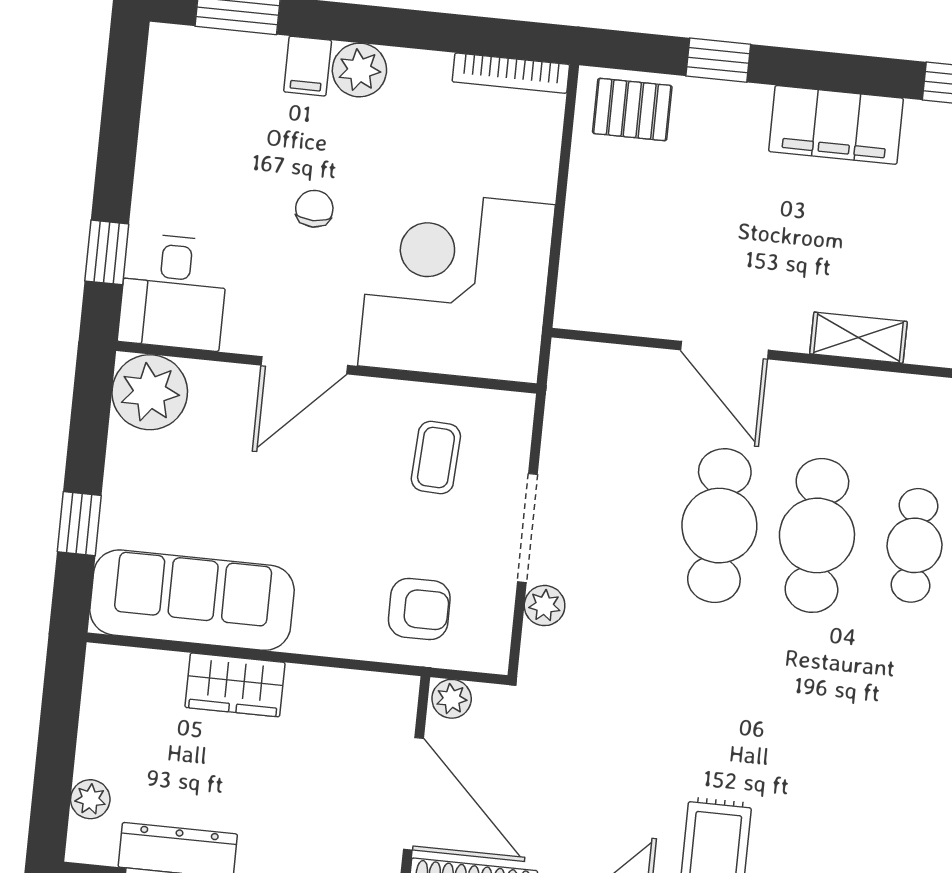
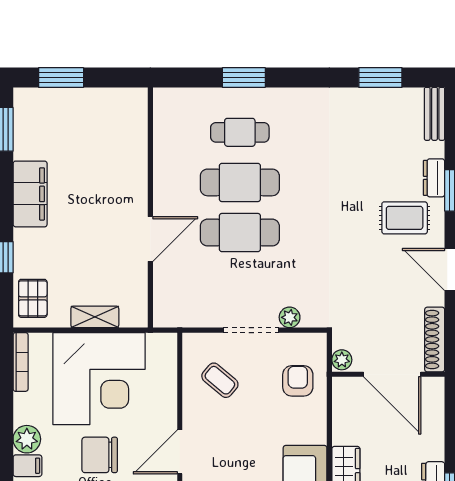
chair: (314, 209) -> (100, 455), width x1.87, depth x1.87
corner desk: (457, 285) -> (99, 379), moved, turned -90
shelving: (858, 338) -> (95, 317), moved, turned 90
door: (304, 365) -> (180, 452), swing flipped
coffee table: (436, 458) -> (220, 380), turned 37
door: (413, 794) -> (392, 374), swing flipped

